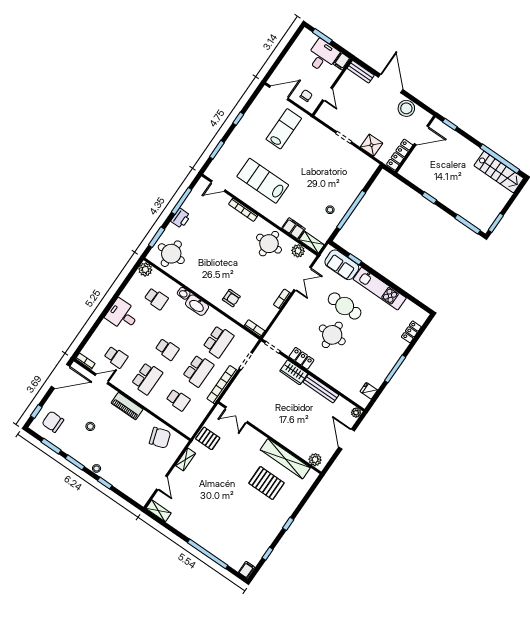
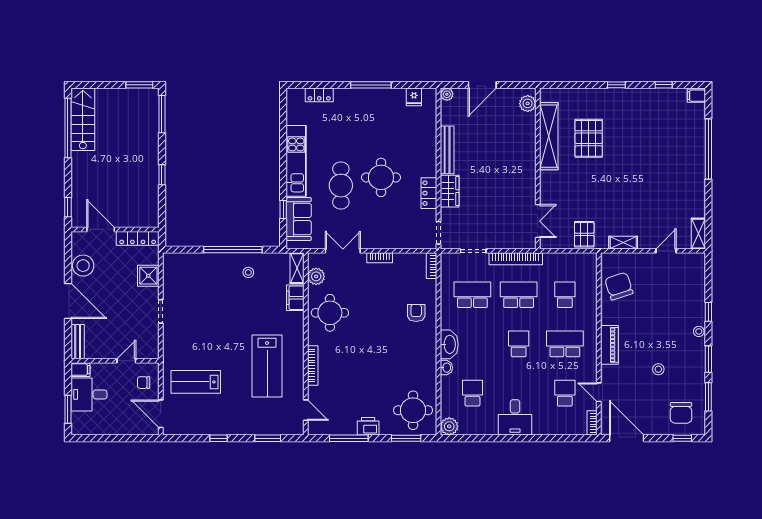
door: (391, 83) -> (68, 301), swing flipped

